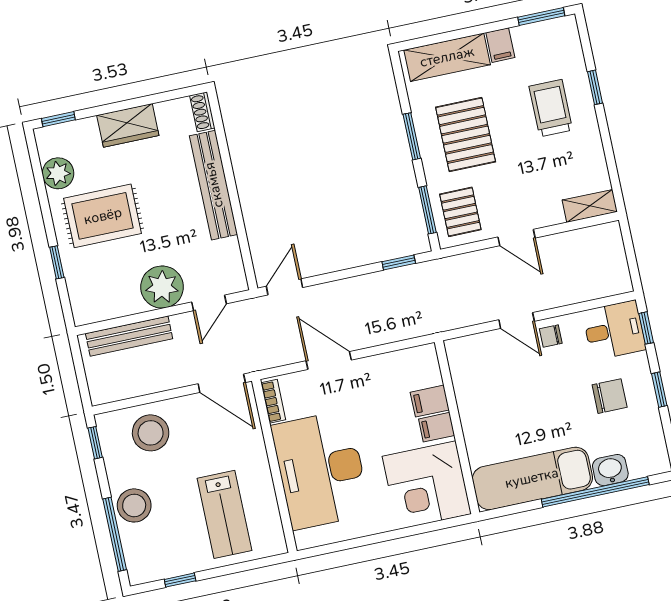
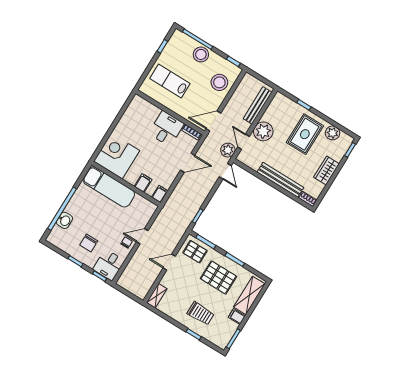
plant: (246, 315) -> (228, 150), added
filing cabinet: (437, 427) -> (160, 194), moved
desk: (321, 470) -> (166, 129), width x0.53, depth x0.77
exam couch: (532, 478) -> (109, 187), moved, turned 90

